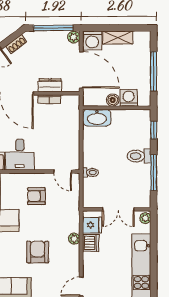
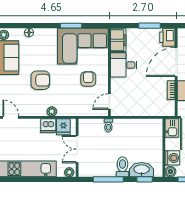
kitchen sink: (94, 98) -> (172, 128), added
boiler: (113, 100) -> (170, 172), moved
washbasin: (97, 118) -> (142, 170), moved, turned 90

